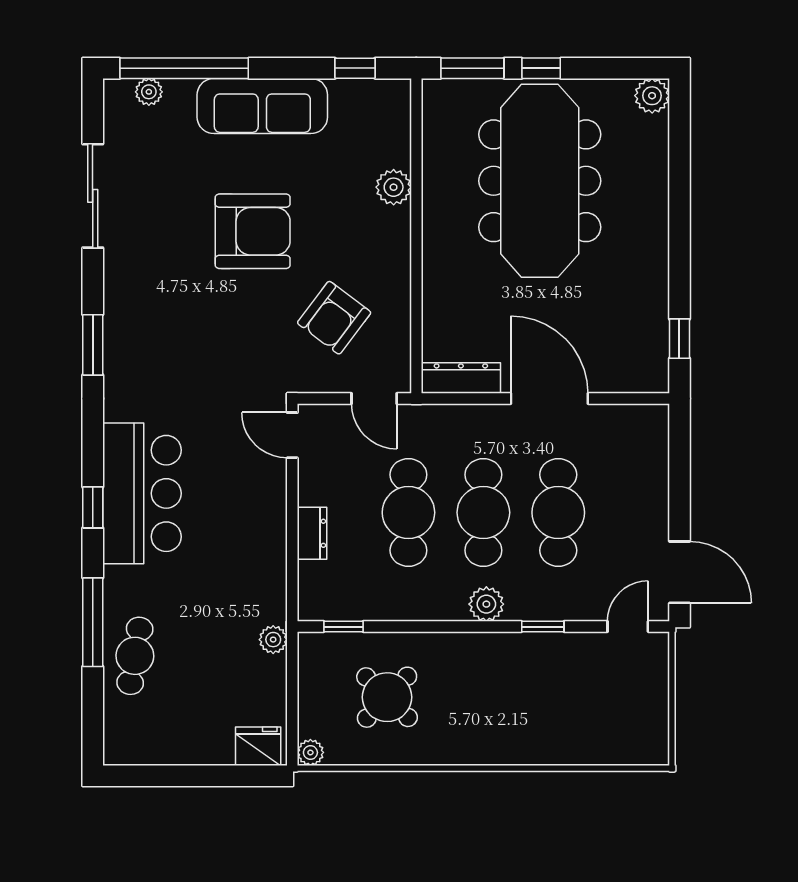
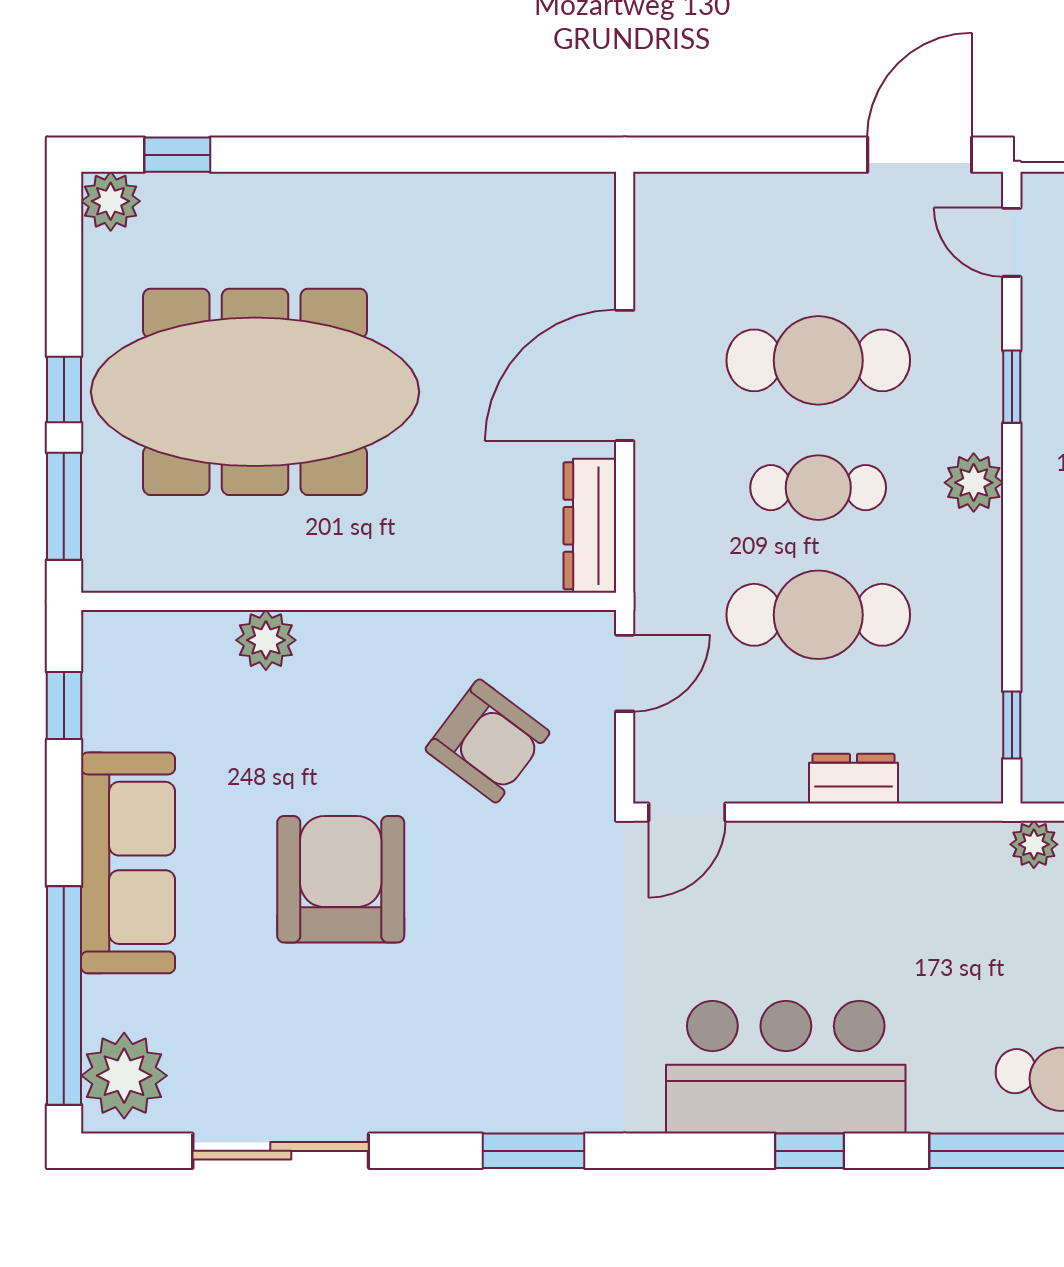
plant: (149, 92) -> (124, 1076), width x1.87, depth x1.87
window: (679, 339) -> (177, 155), moved
cafe table: (483, 513) -> (818, 488), width x0.73, depth x0.74

